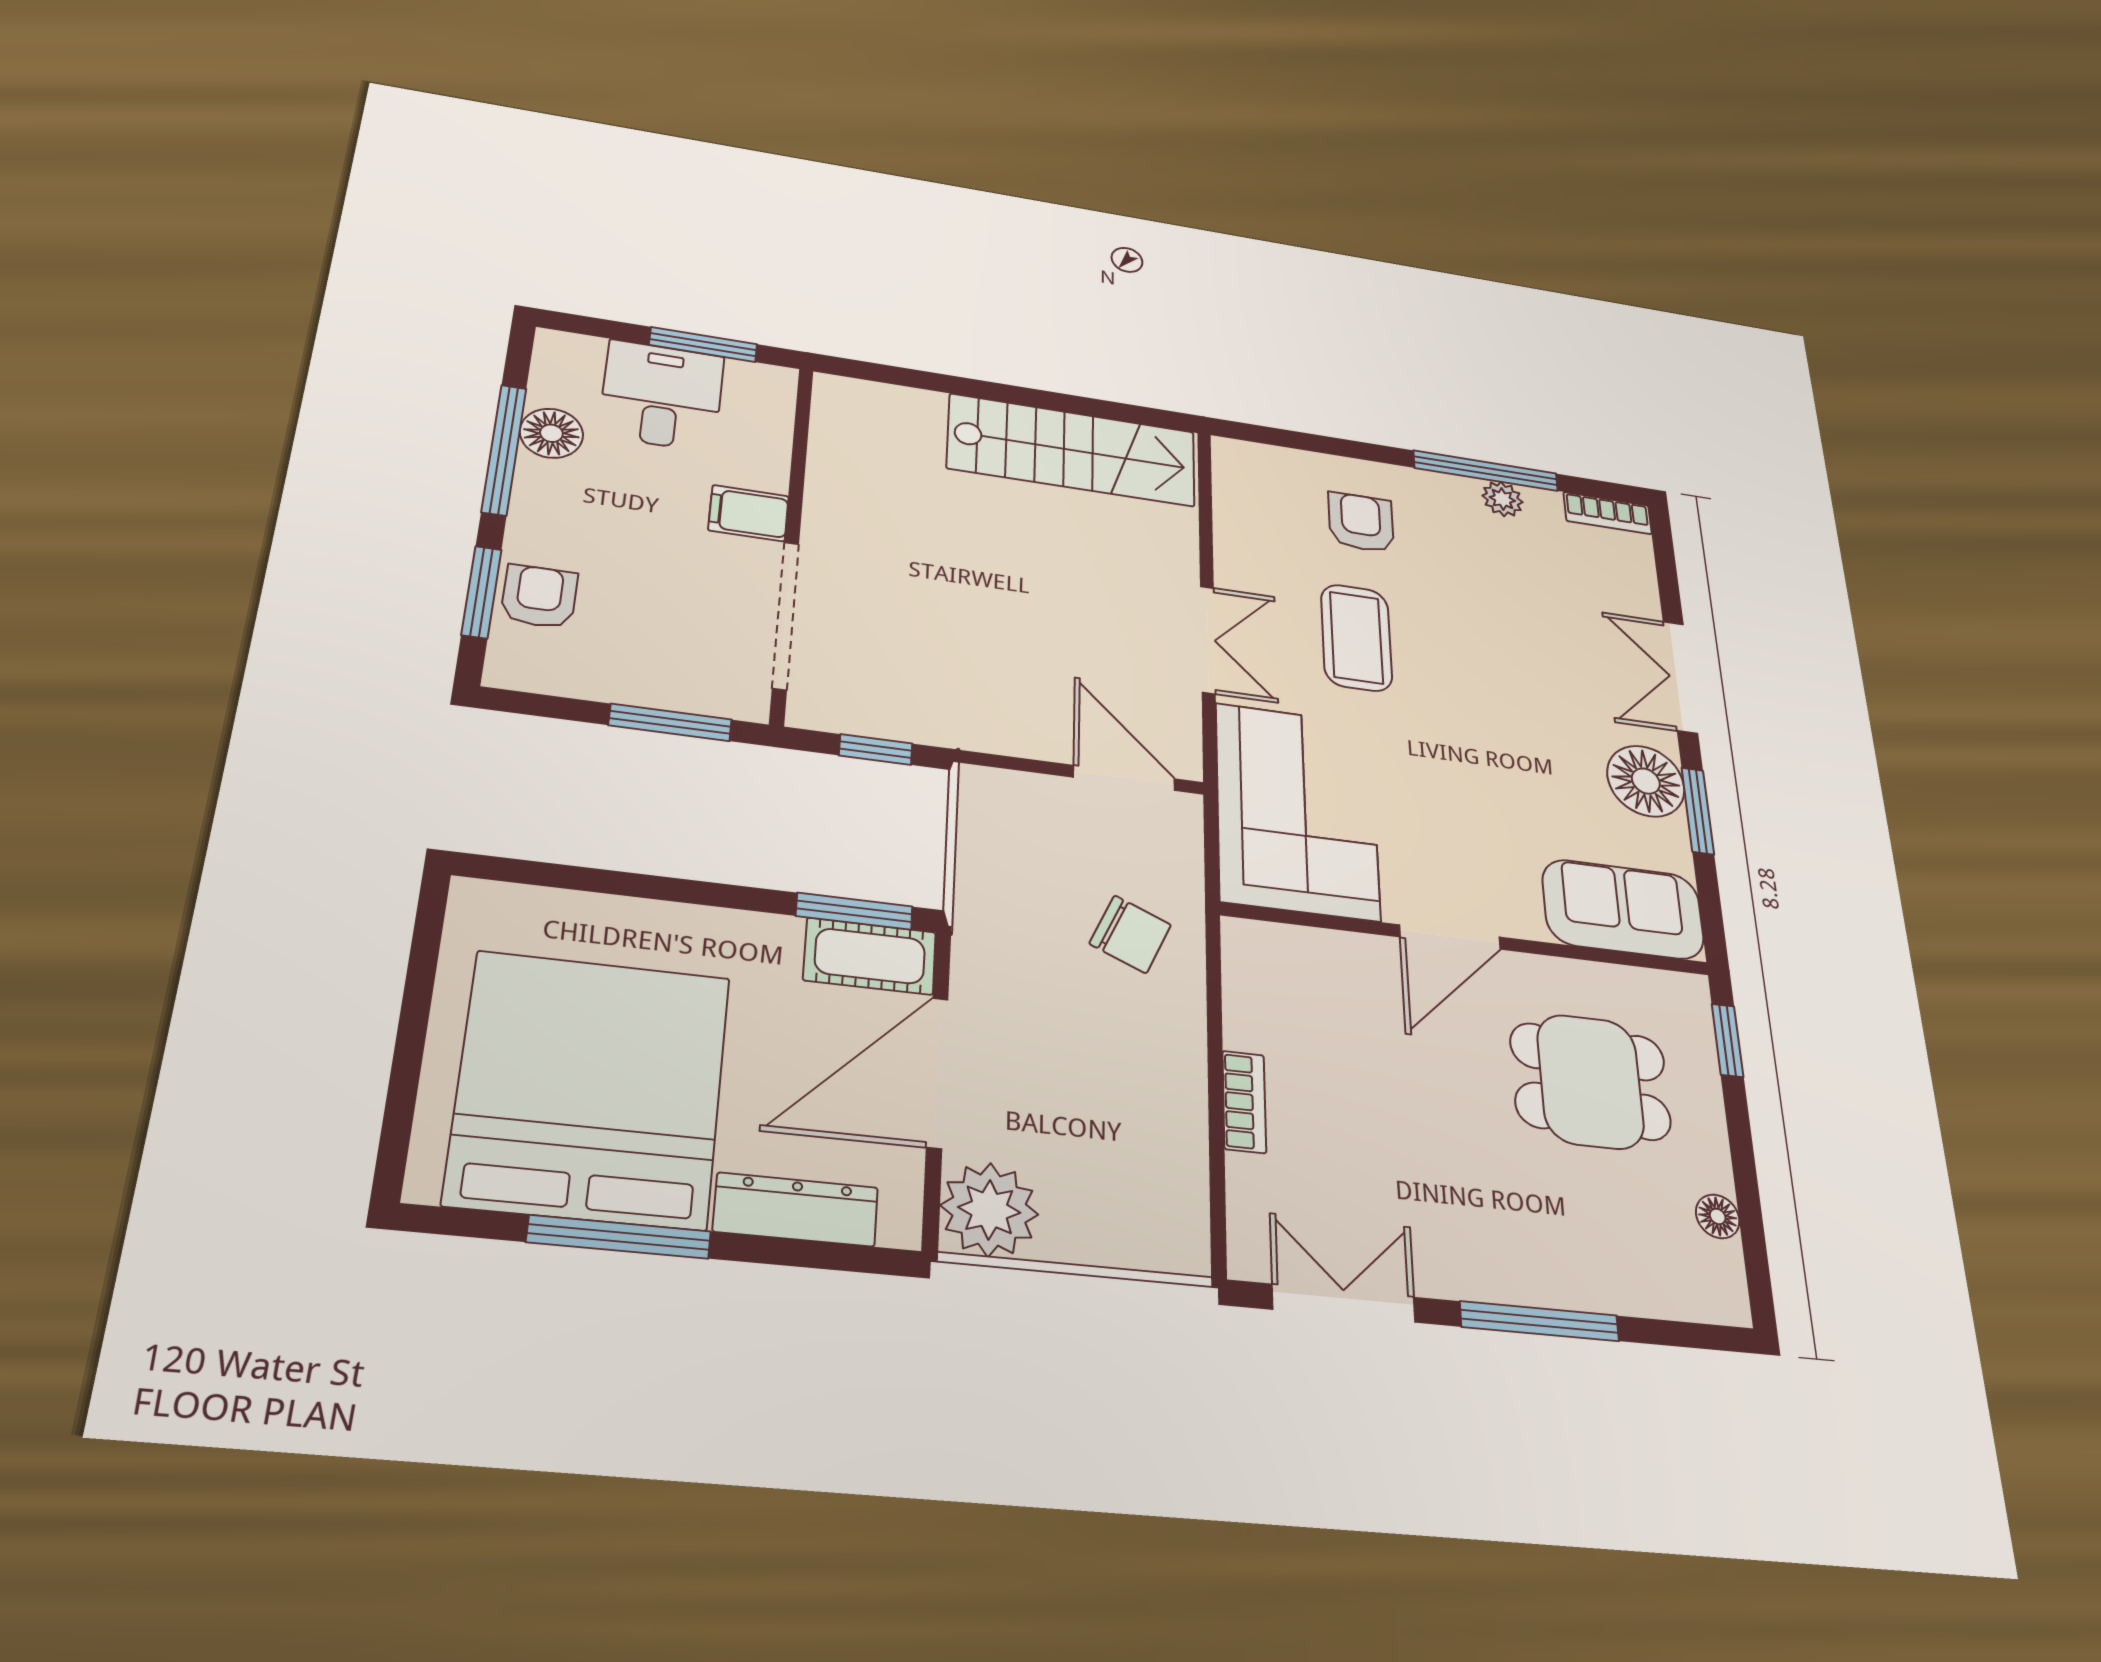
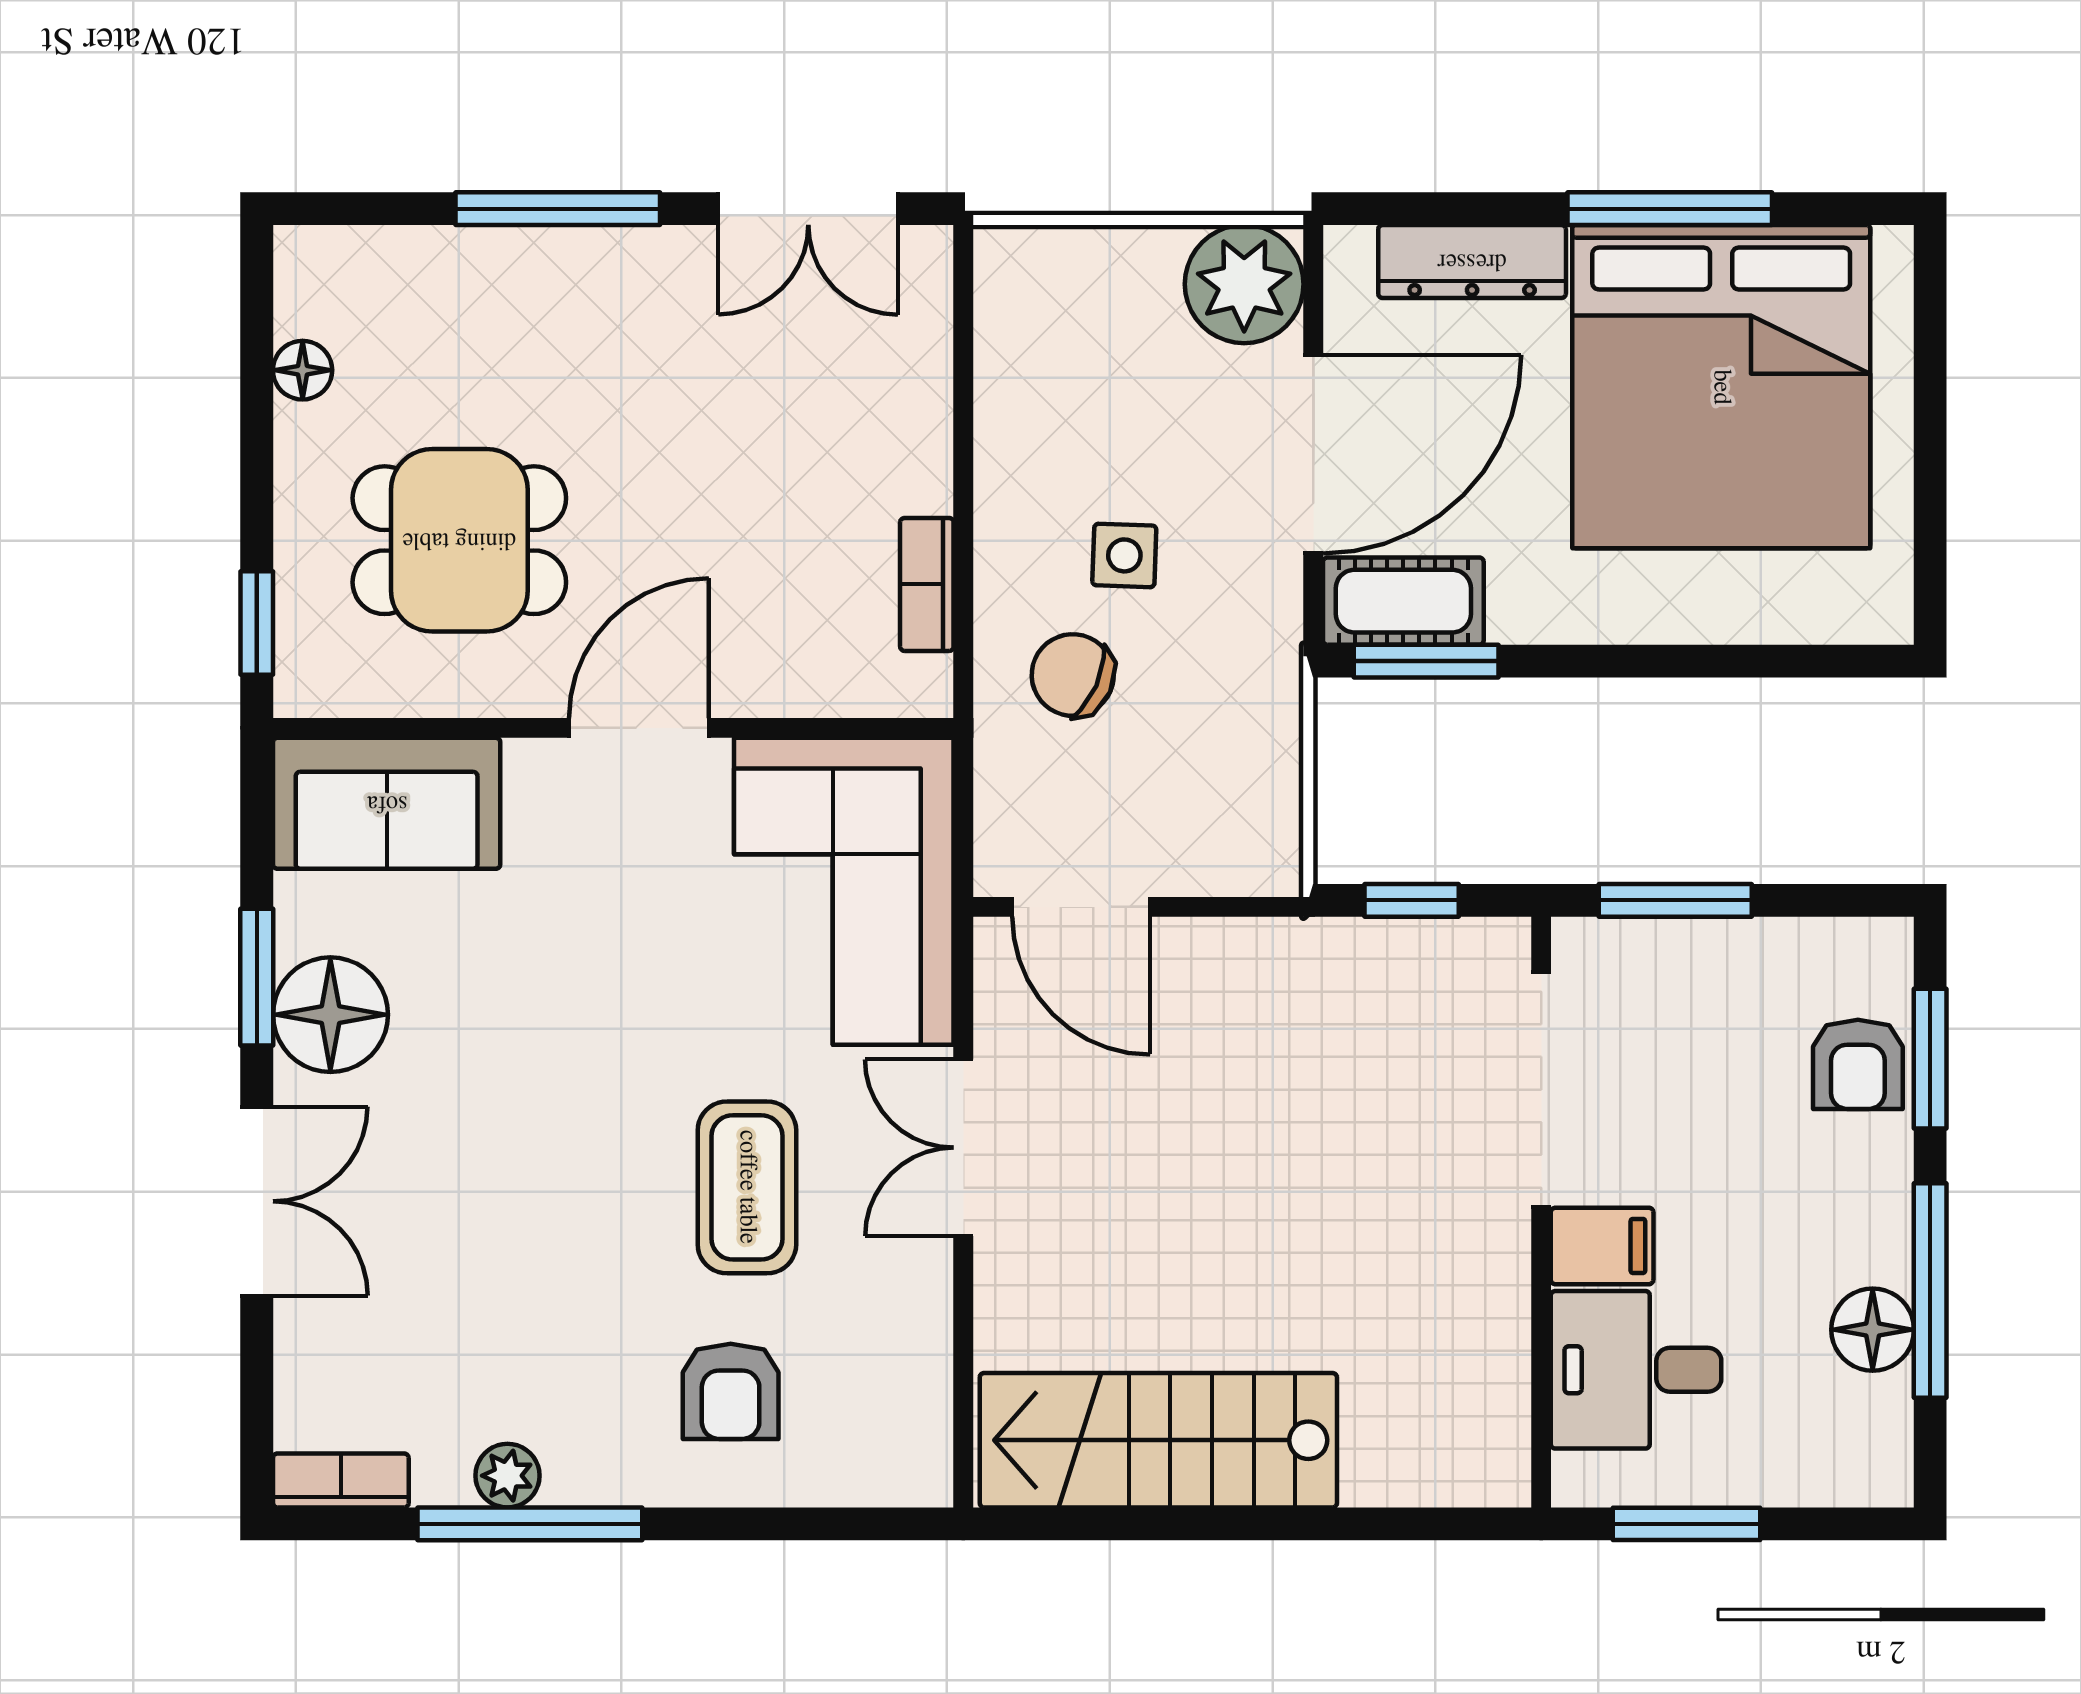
desk: (662, 396) -> (1636, 1370), moved, turned 90
side table: (1090, 1014) -> (1124, 555), added
bookcase: (1244, 1102) -> (927, 584), moved

